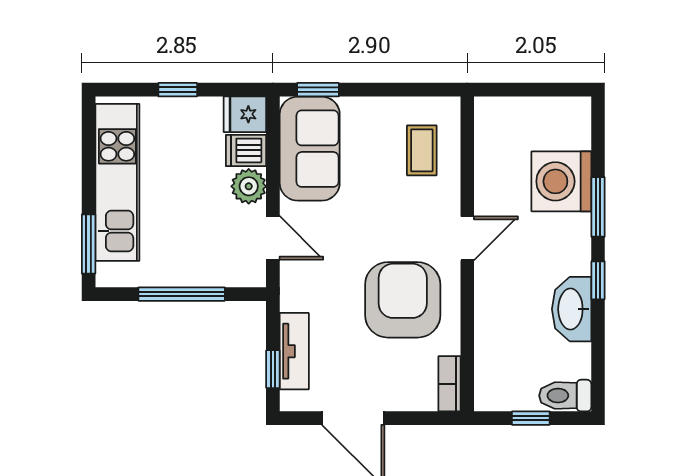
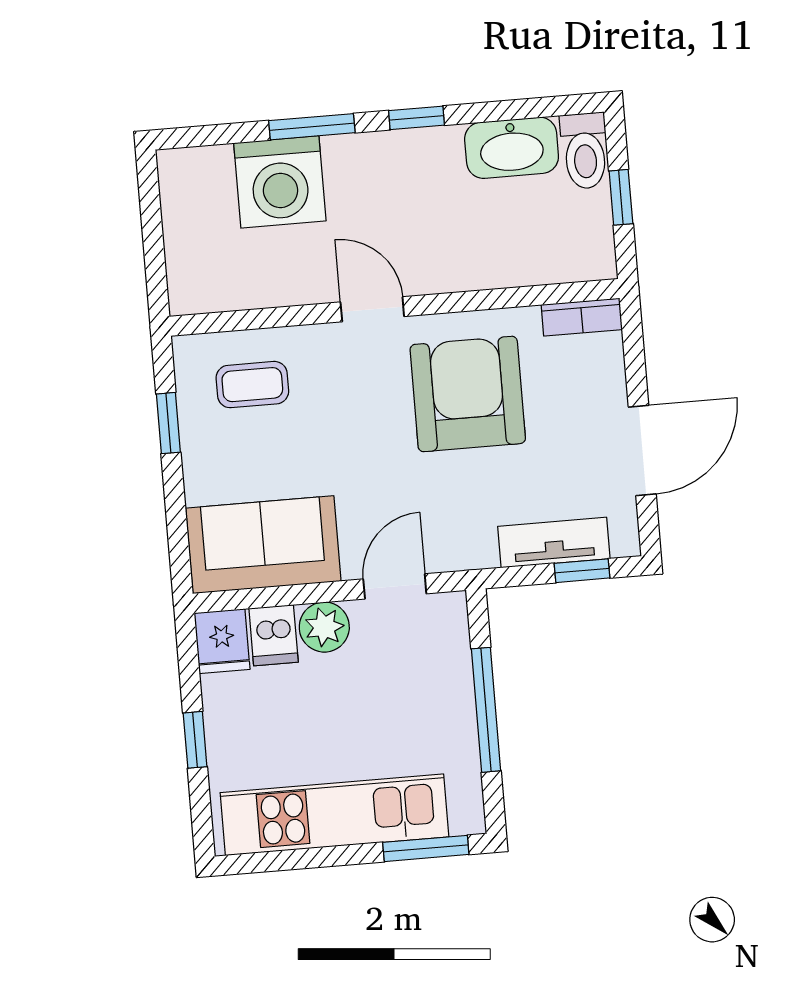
window: (318, 90) -> (168, 423), moved
armchair: (403, 300) -> (468, 394), turned 90
washbasin: (572, 309) -> (512, 148), moved

